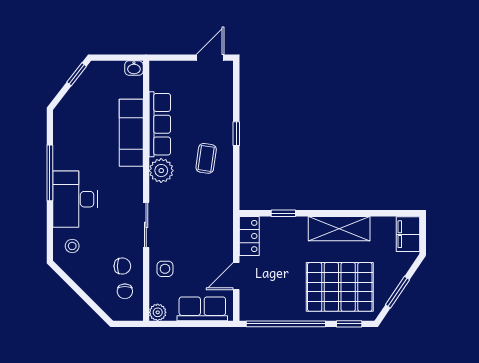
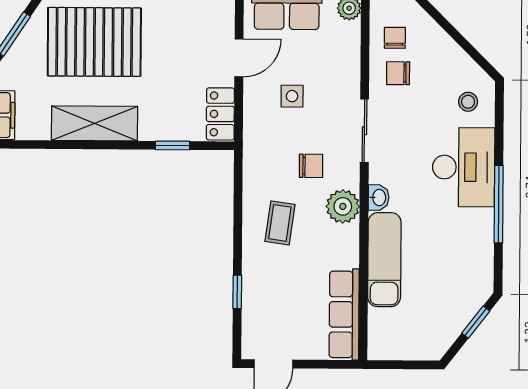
washbasin: (134, 68) -> (379, 198), moved, turned 90
window: (77, 74) -> (476, 322), moved
row of seats: (160, 124) -> (344, 314), moved
window: (236, 134) -> (237, 292), moved
chair: (184, 199) -> (311, 166), added
side table: (165, 269) -> (292, 96), moved

